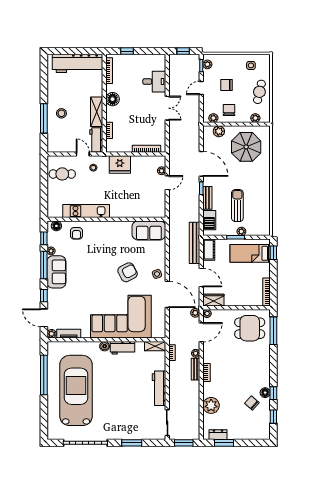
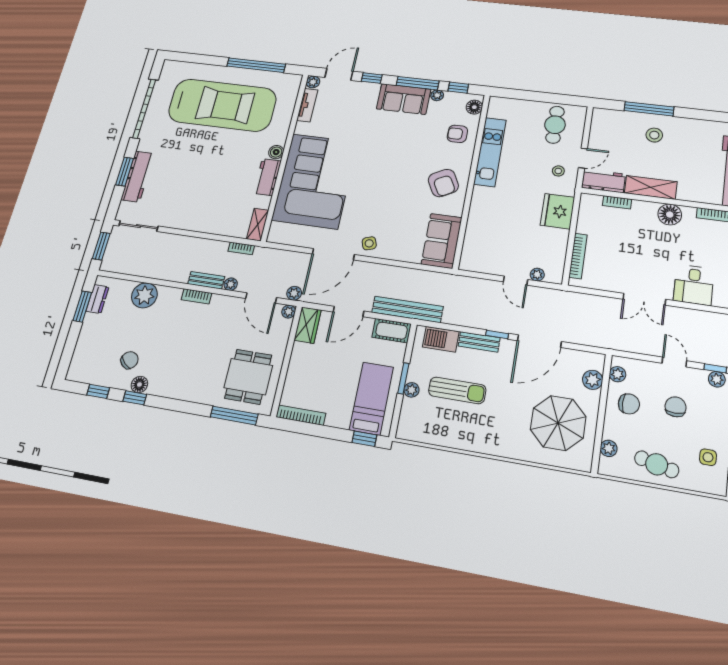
armchair: (128, 272) -> (443, 183), moved
workbench: (159, 388) -> (138, 176), moved, turned 90

